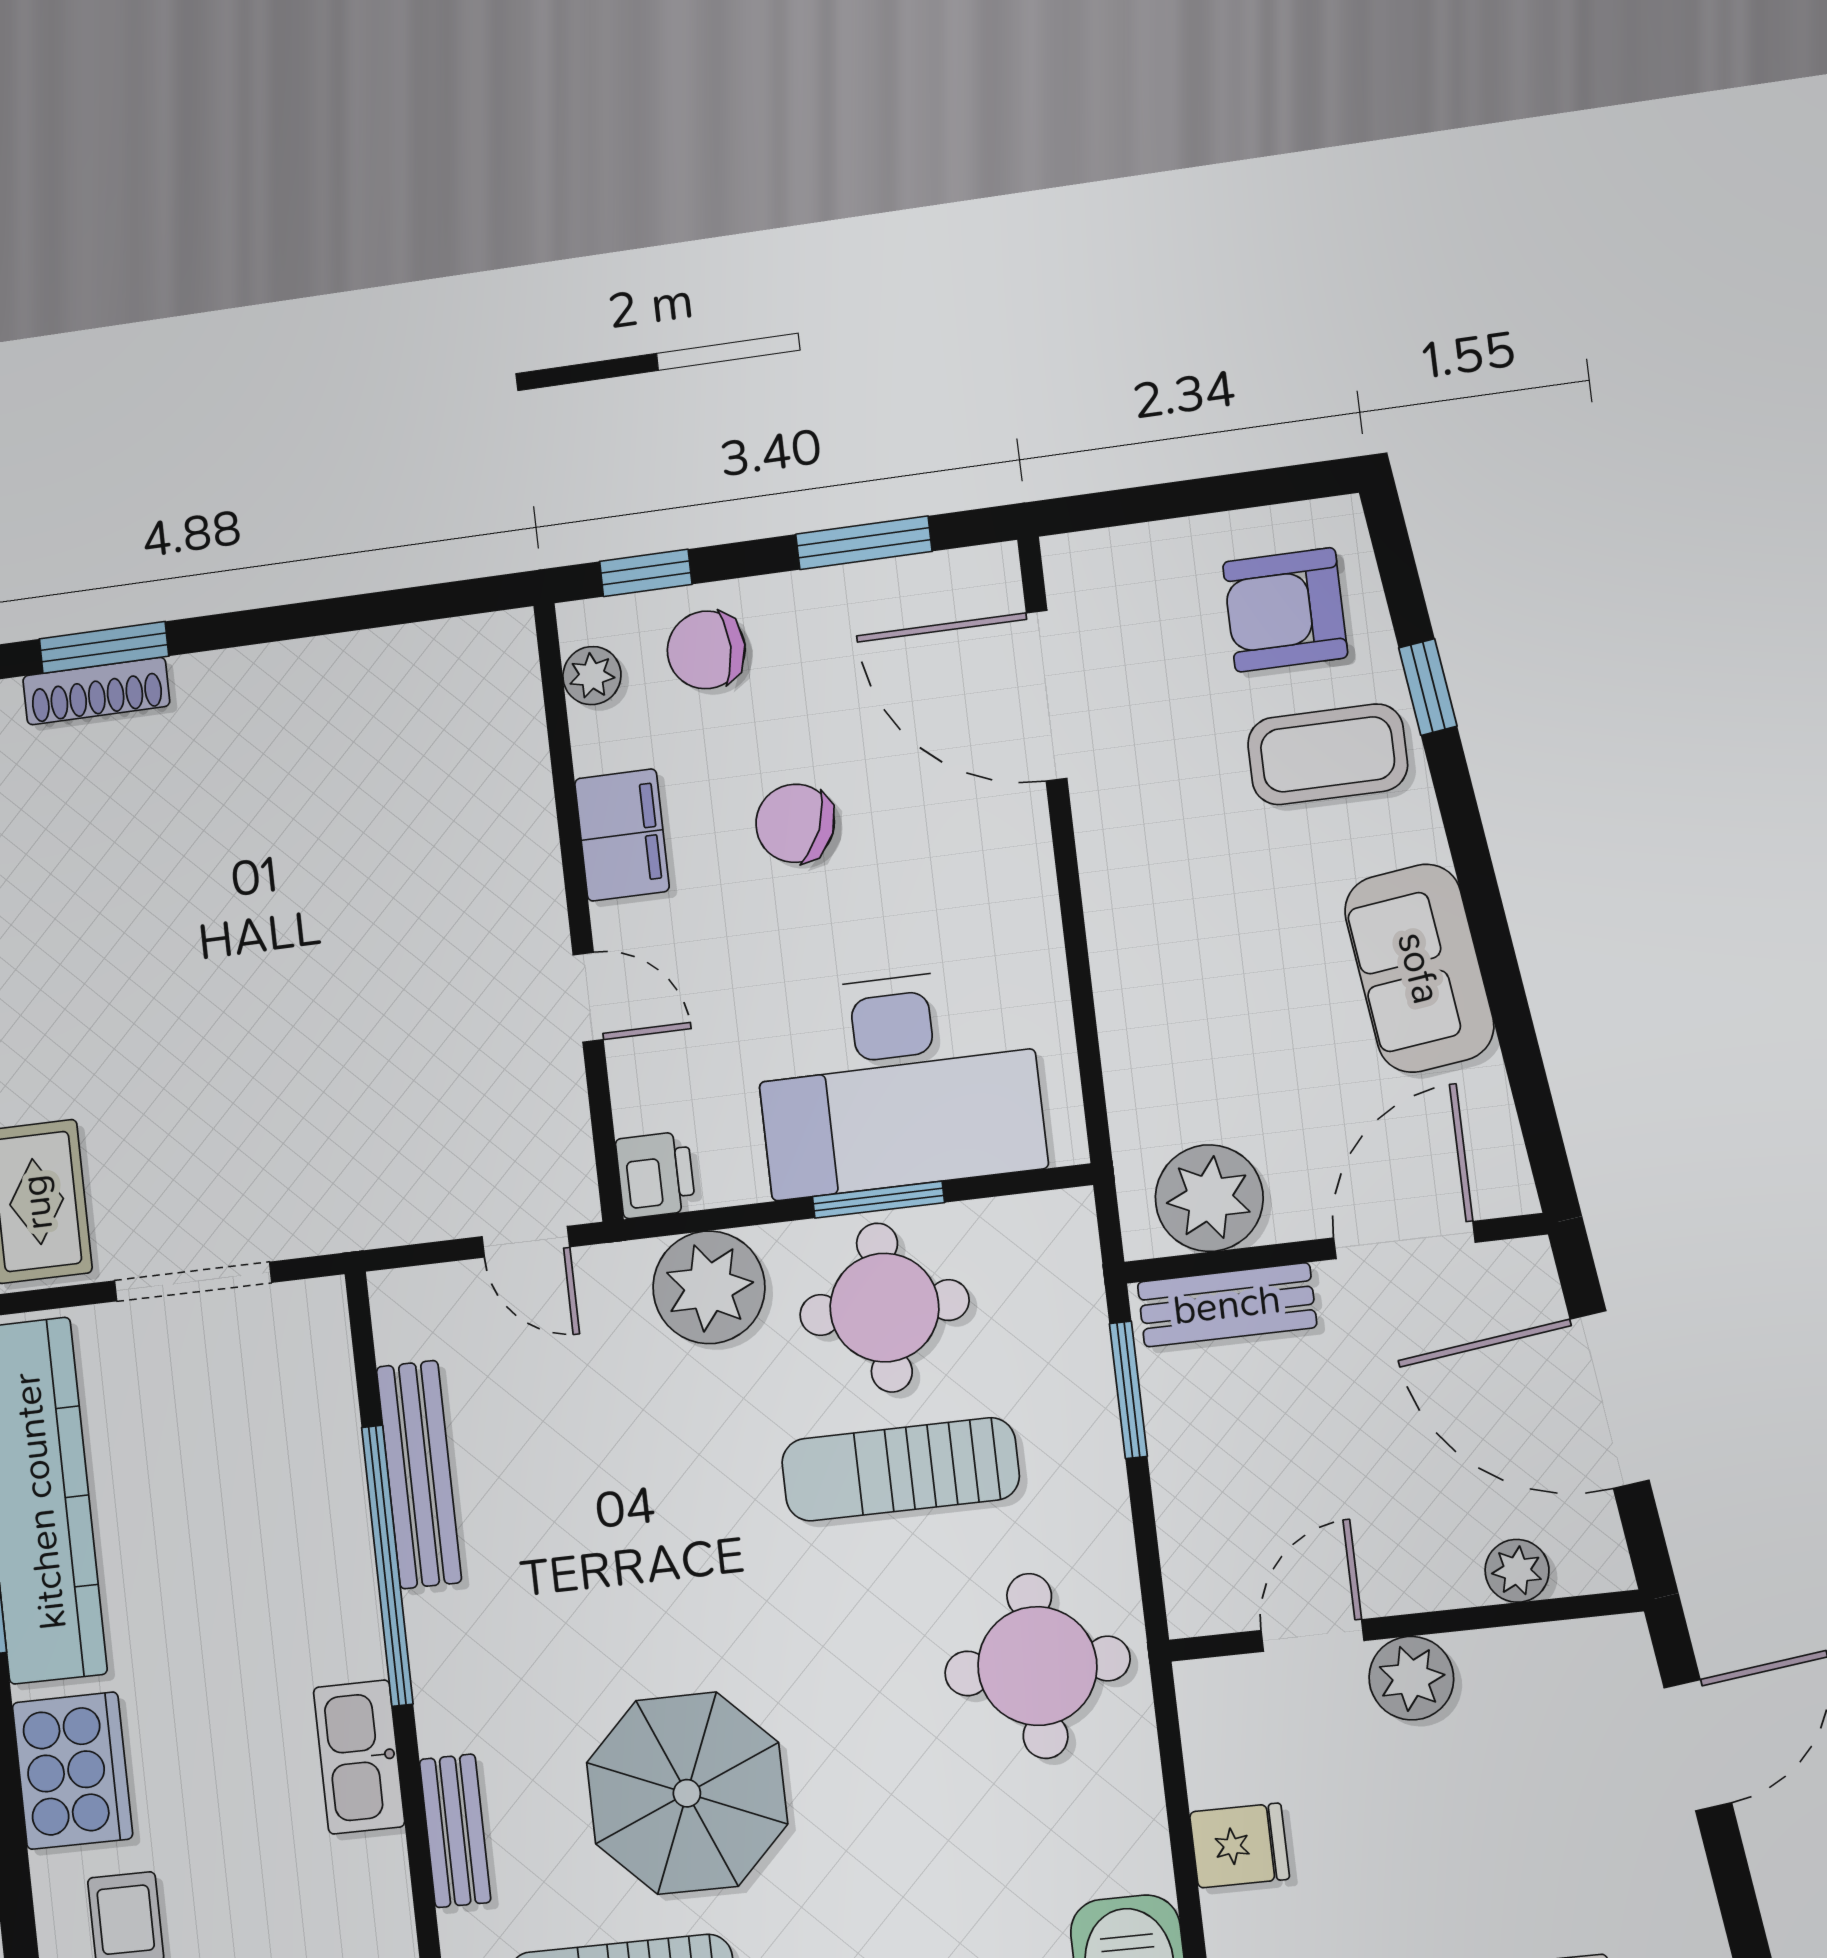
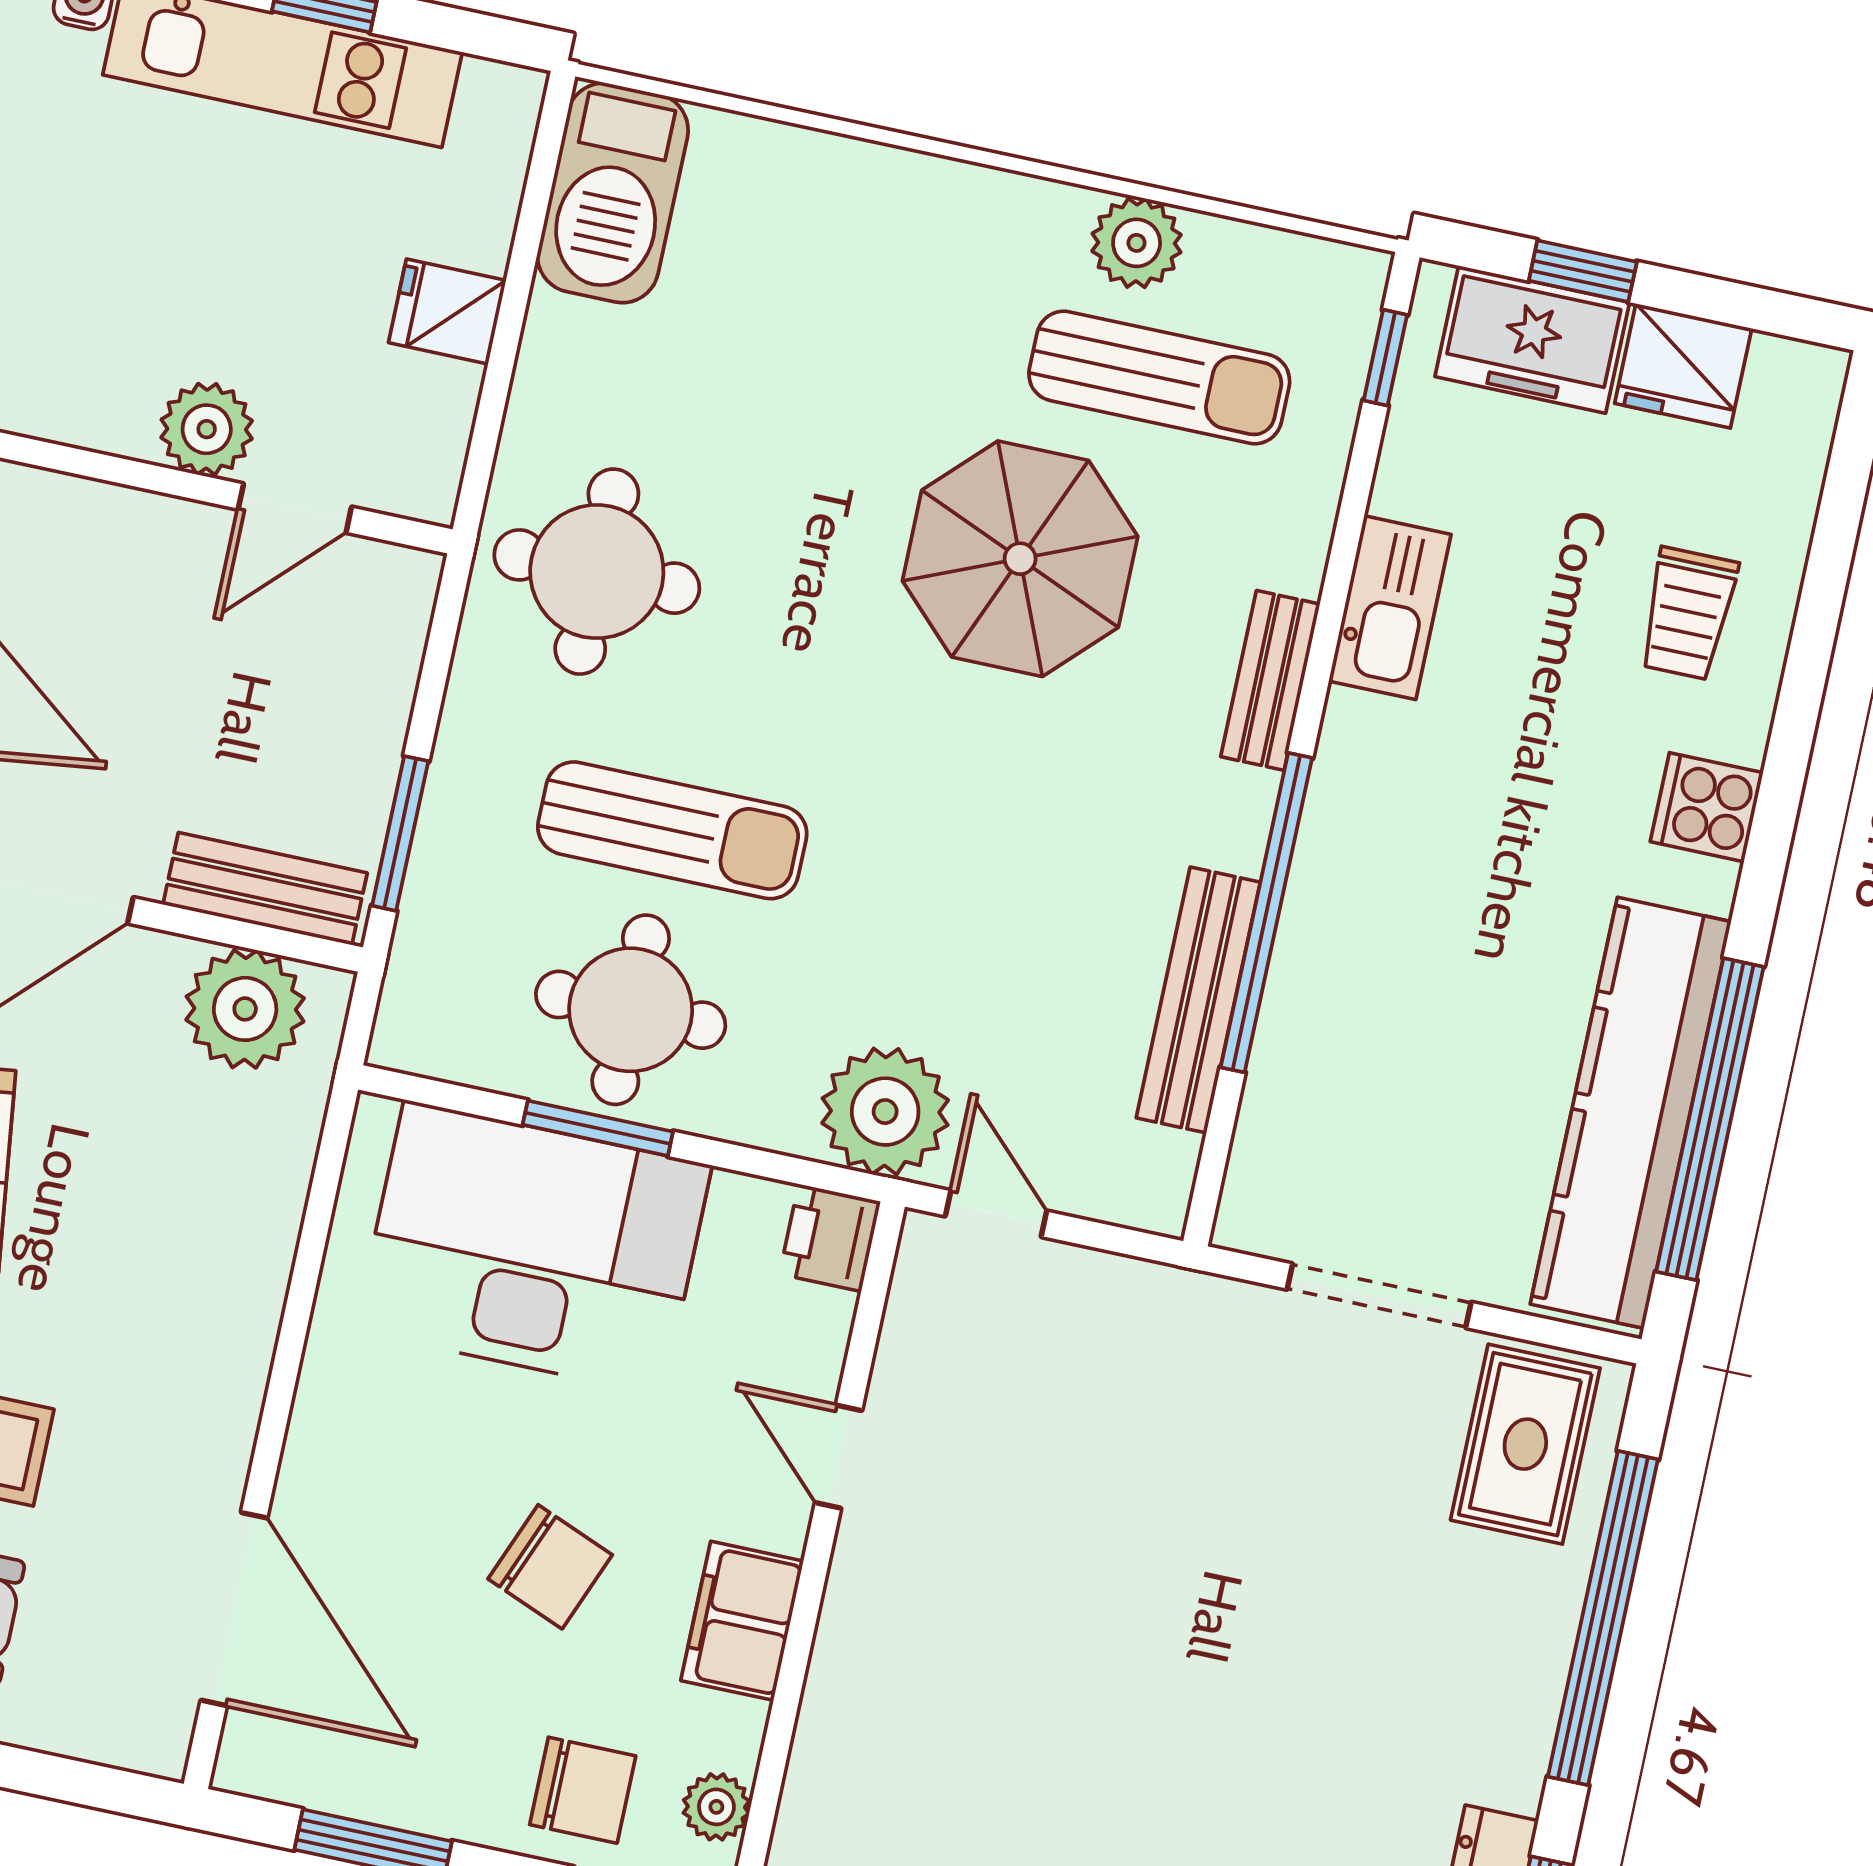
plant: (709, 1287) -> (885, 1112), moved
plant: (1517, 1571) -> (58, 506), removed
kitchen sink: (359, 1757) -> (1390, 608), moved
cooker: (72, 1771) -> (1707, 807), width x0.53, depth x0.76
bench: (455, 1831) -> (1270, 680), moved

